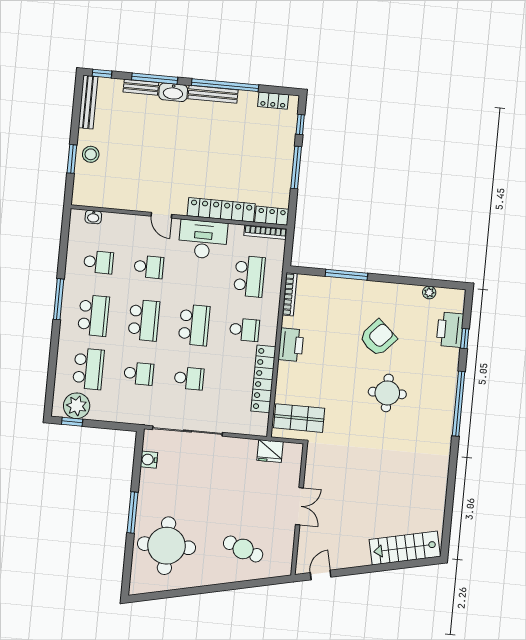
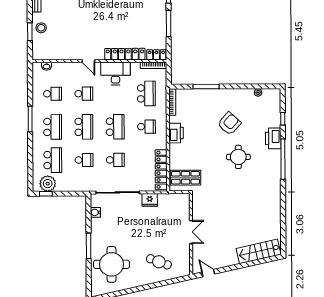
printer: (450, 330) -> (273, 138), moved
locker: (263, 379) -> (161, 170), moved
fridge: (270, 451) -> (150, 200), moved
door: (321, 575) -> (208, 273), hinge flipped

